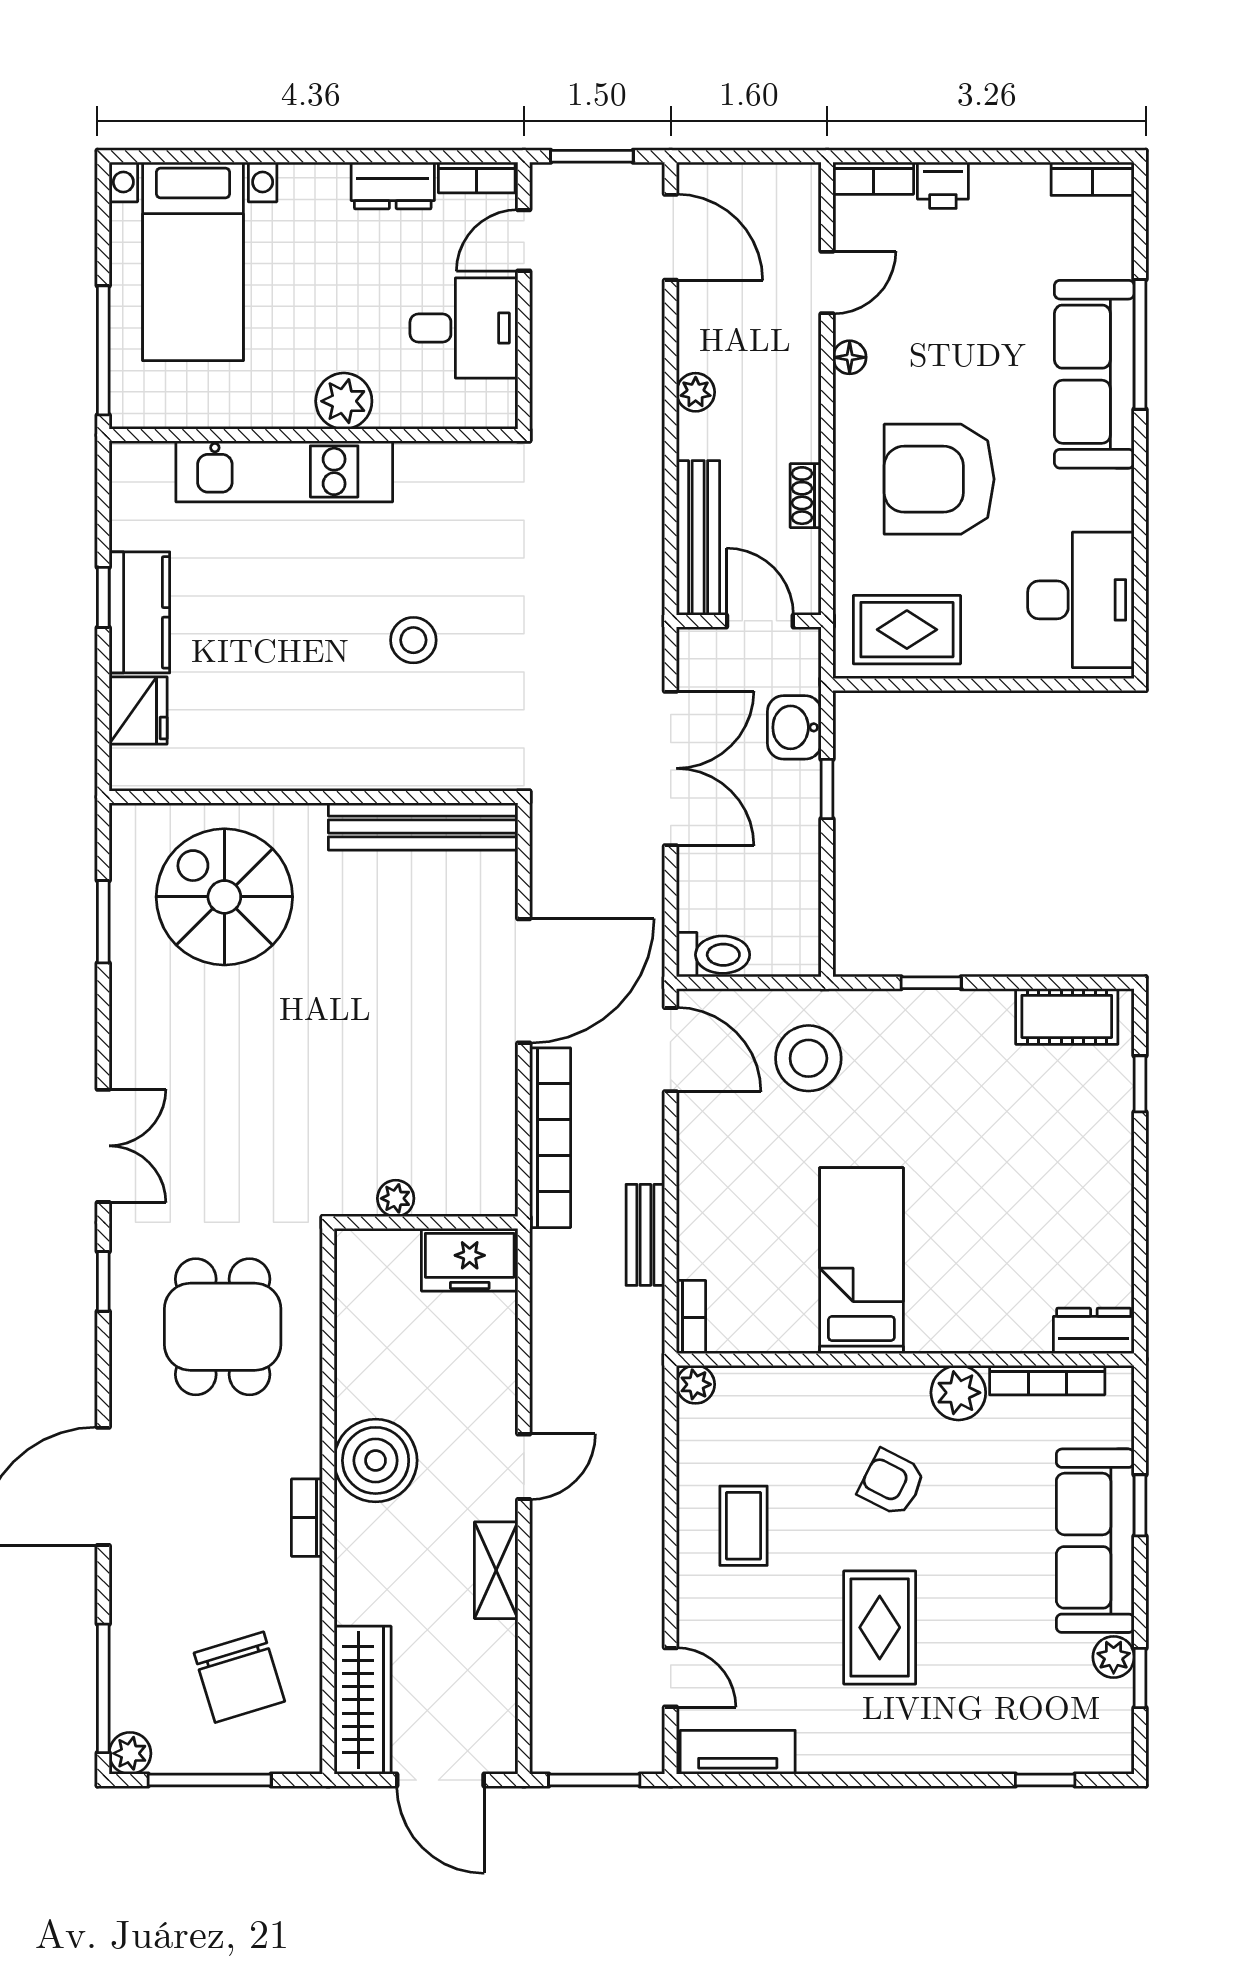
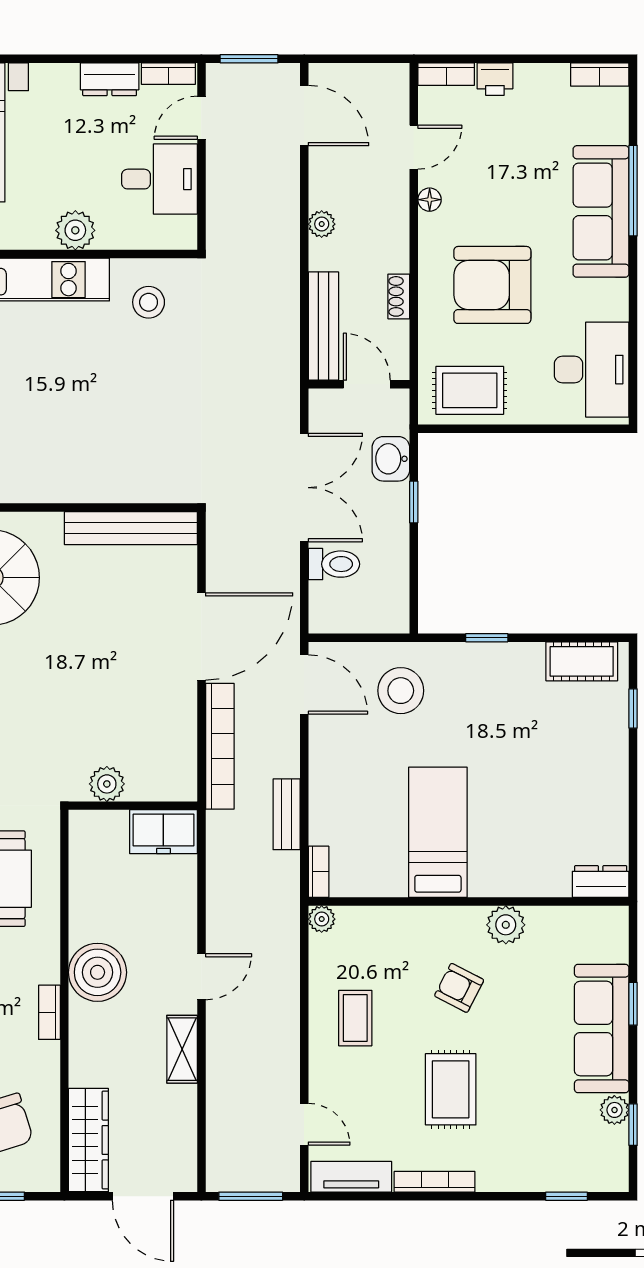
stool: (413, 640) -> (149, 302), moved
toilet: (713, 955) -> (334, 564), moved
plant: (396, 1198) -> (107, 784), width x1.38, depth x1.38
bookcase: (1047, 1380) -> (435, 1182), moved, turned 180

